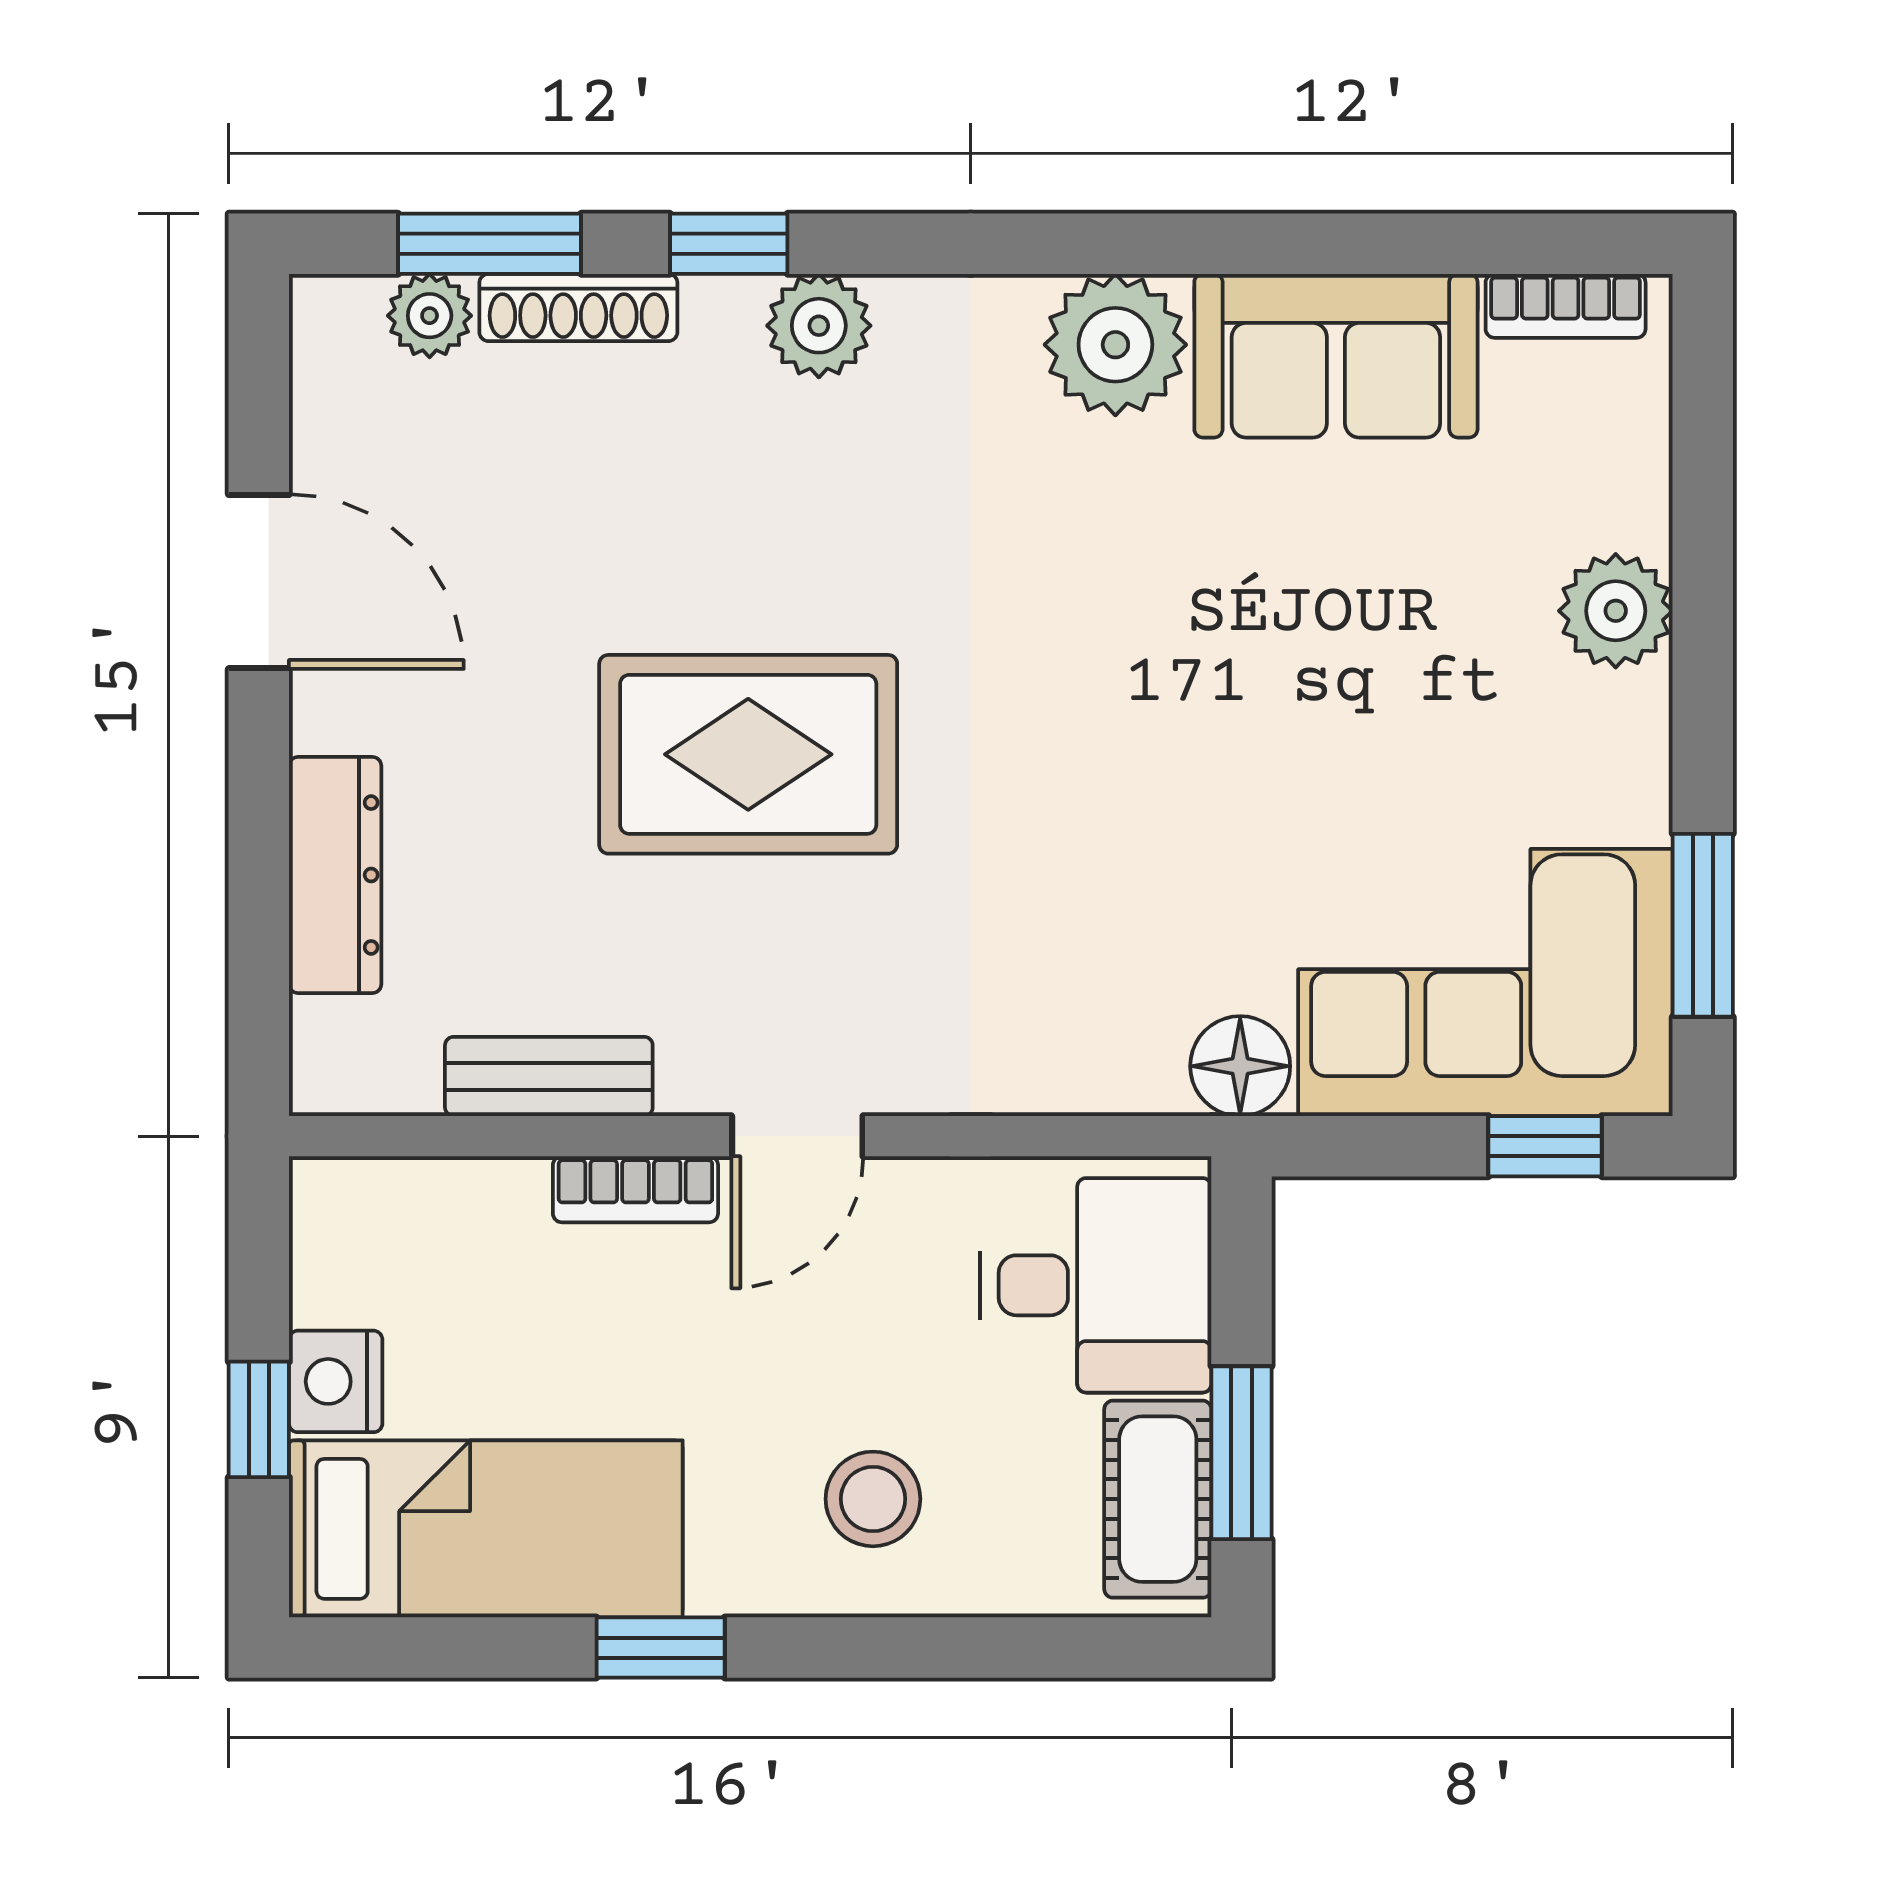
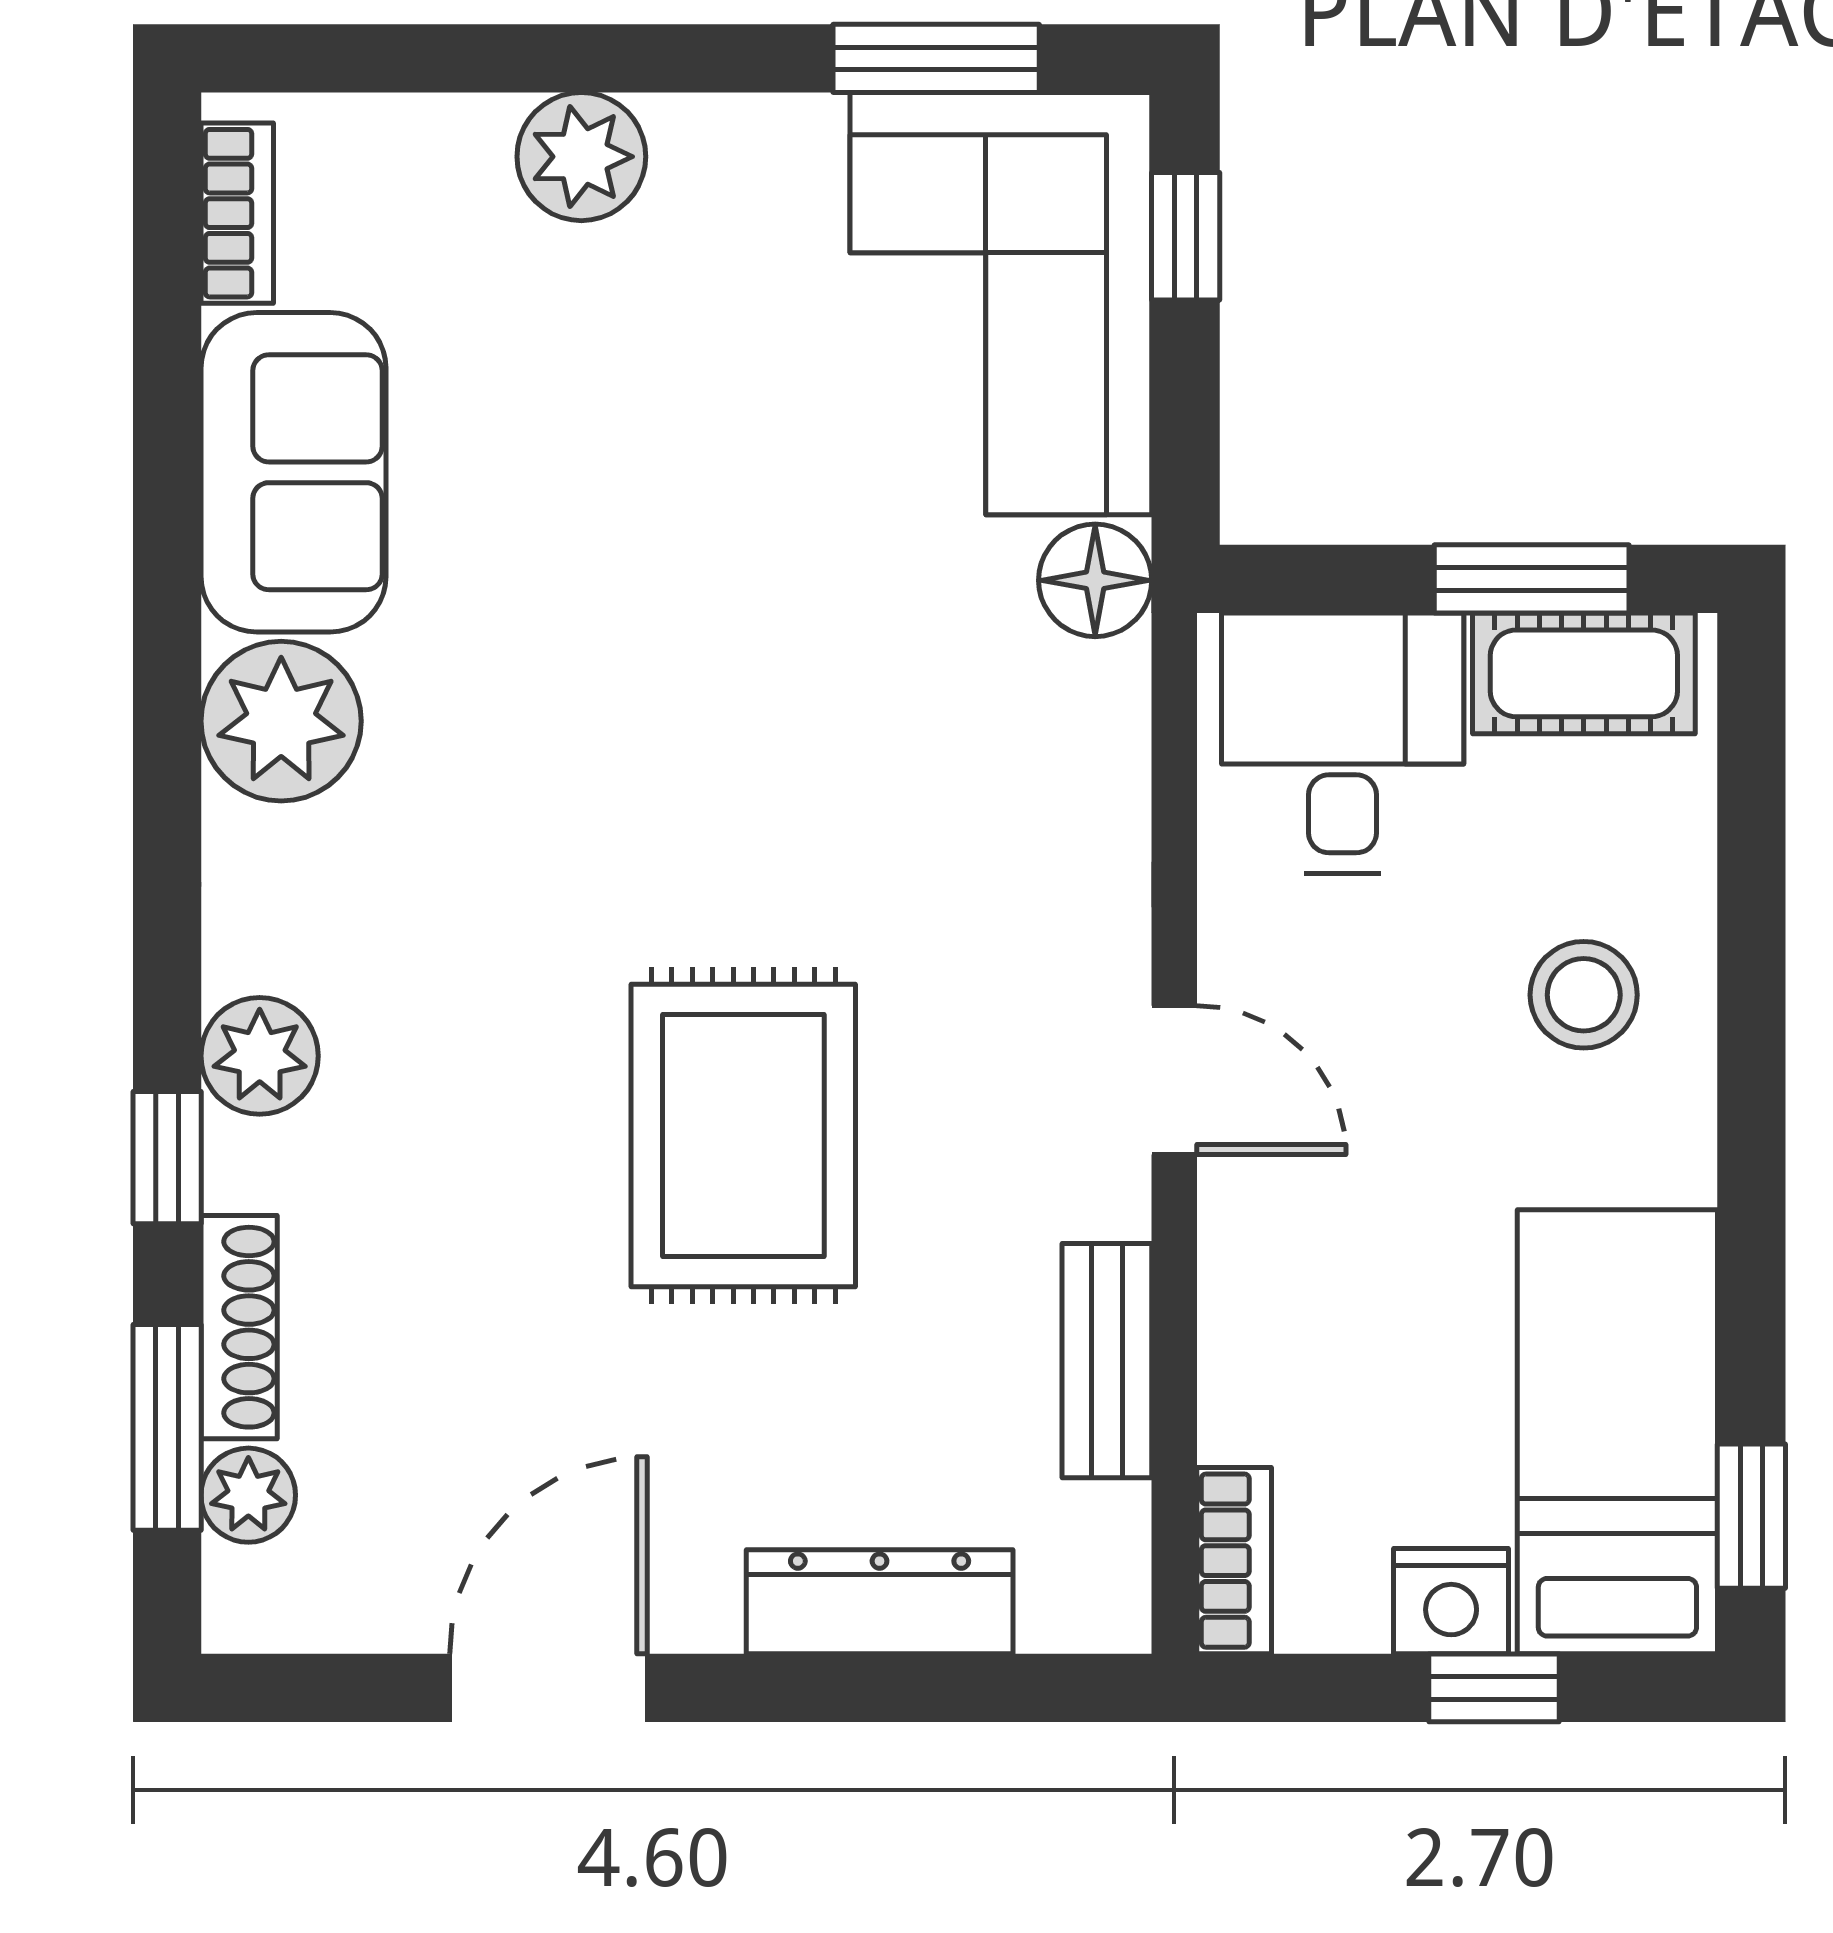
bookcase: (635, 1189) -> (1234, 1561), moved
window: (661, 1648) -> (1751, 1516), moved

